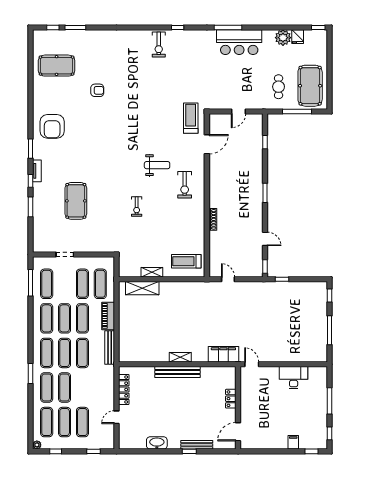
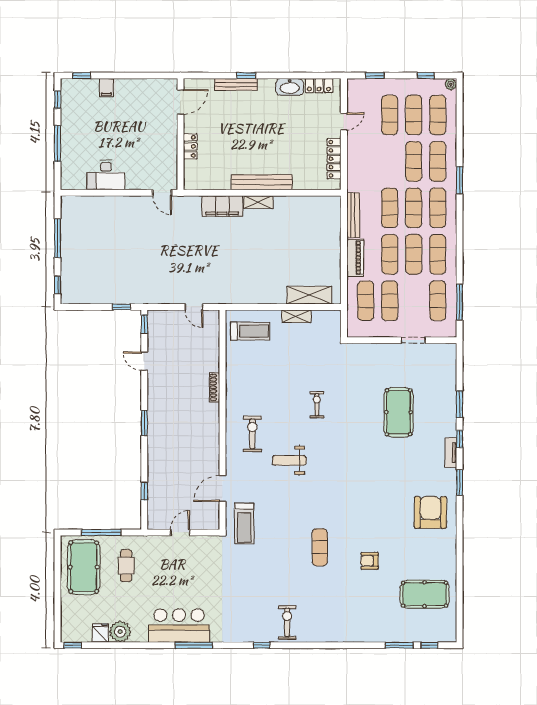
exercise mat: (134, 100) -> (320, 547), added
filing cabinet: (223, 354) -> (222, 206), moved
locker: (135, 444) -> (319, 86), added

